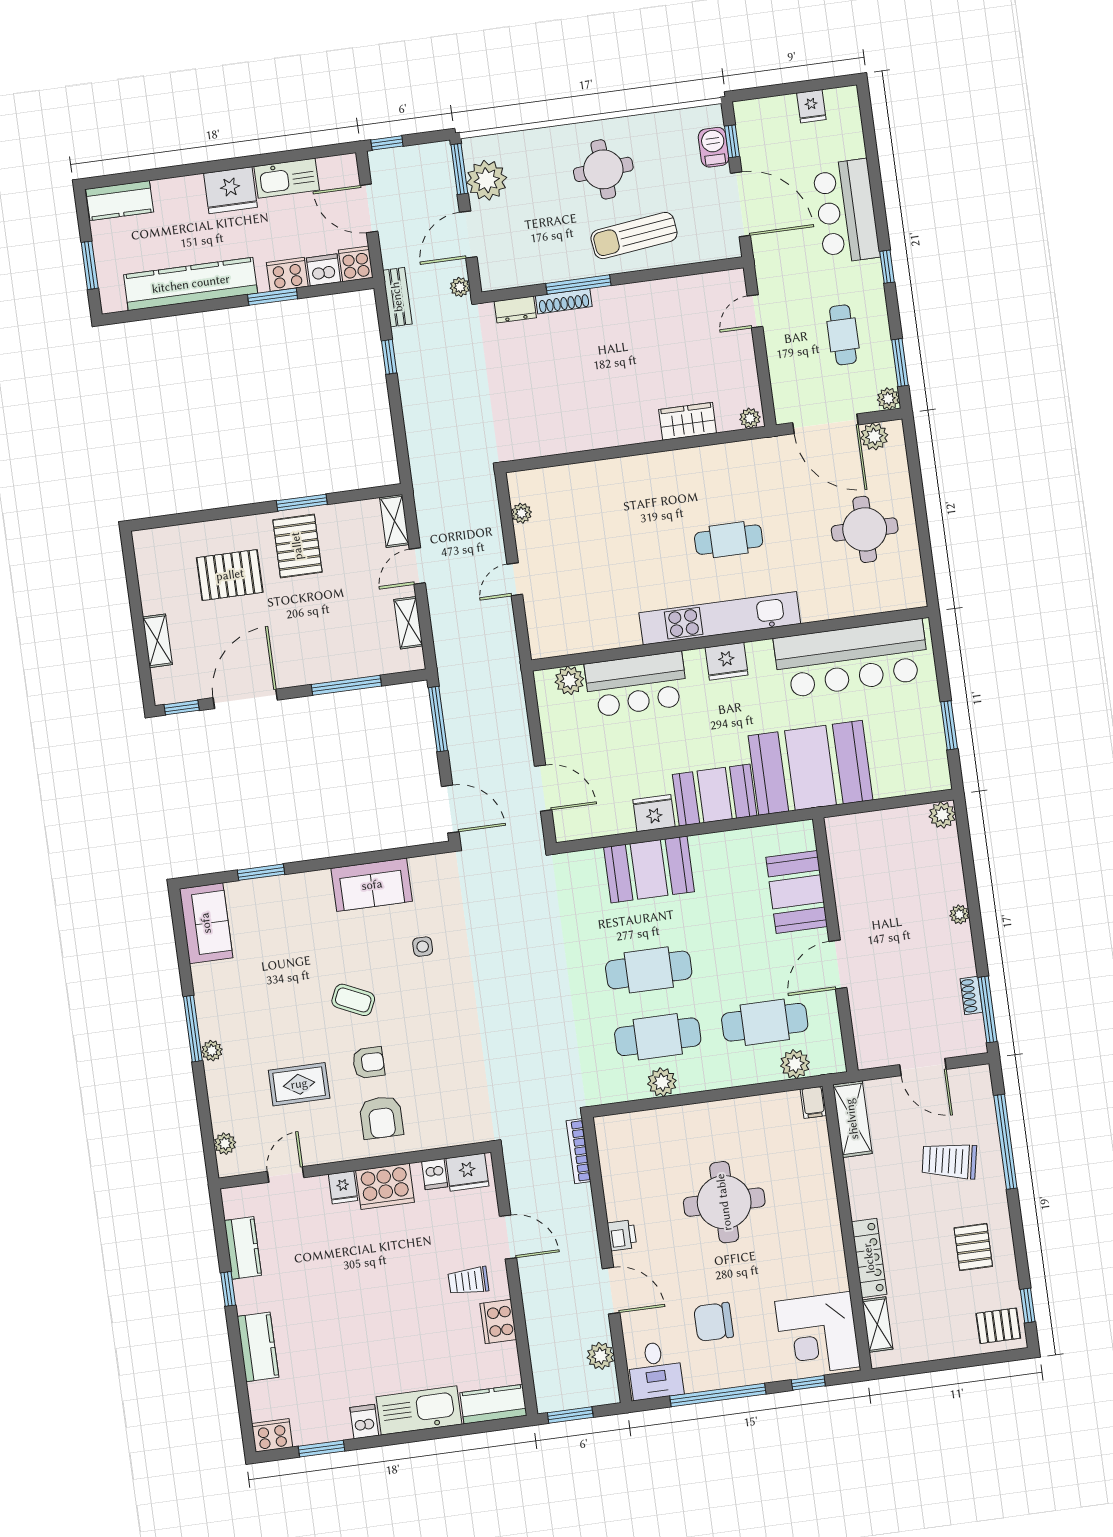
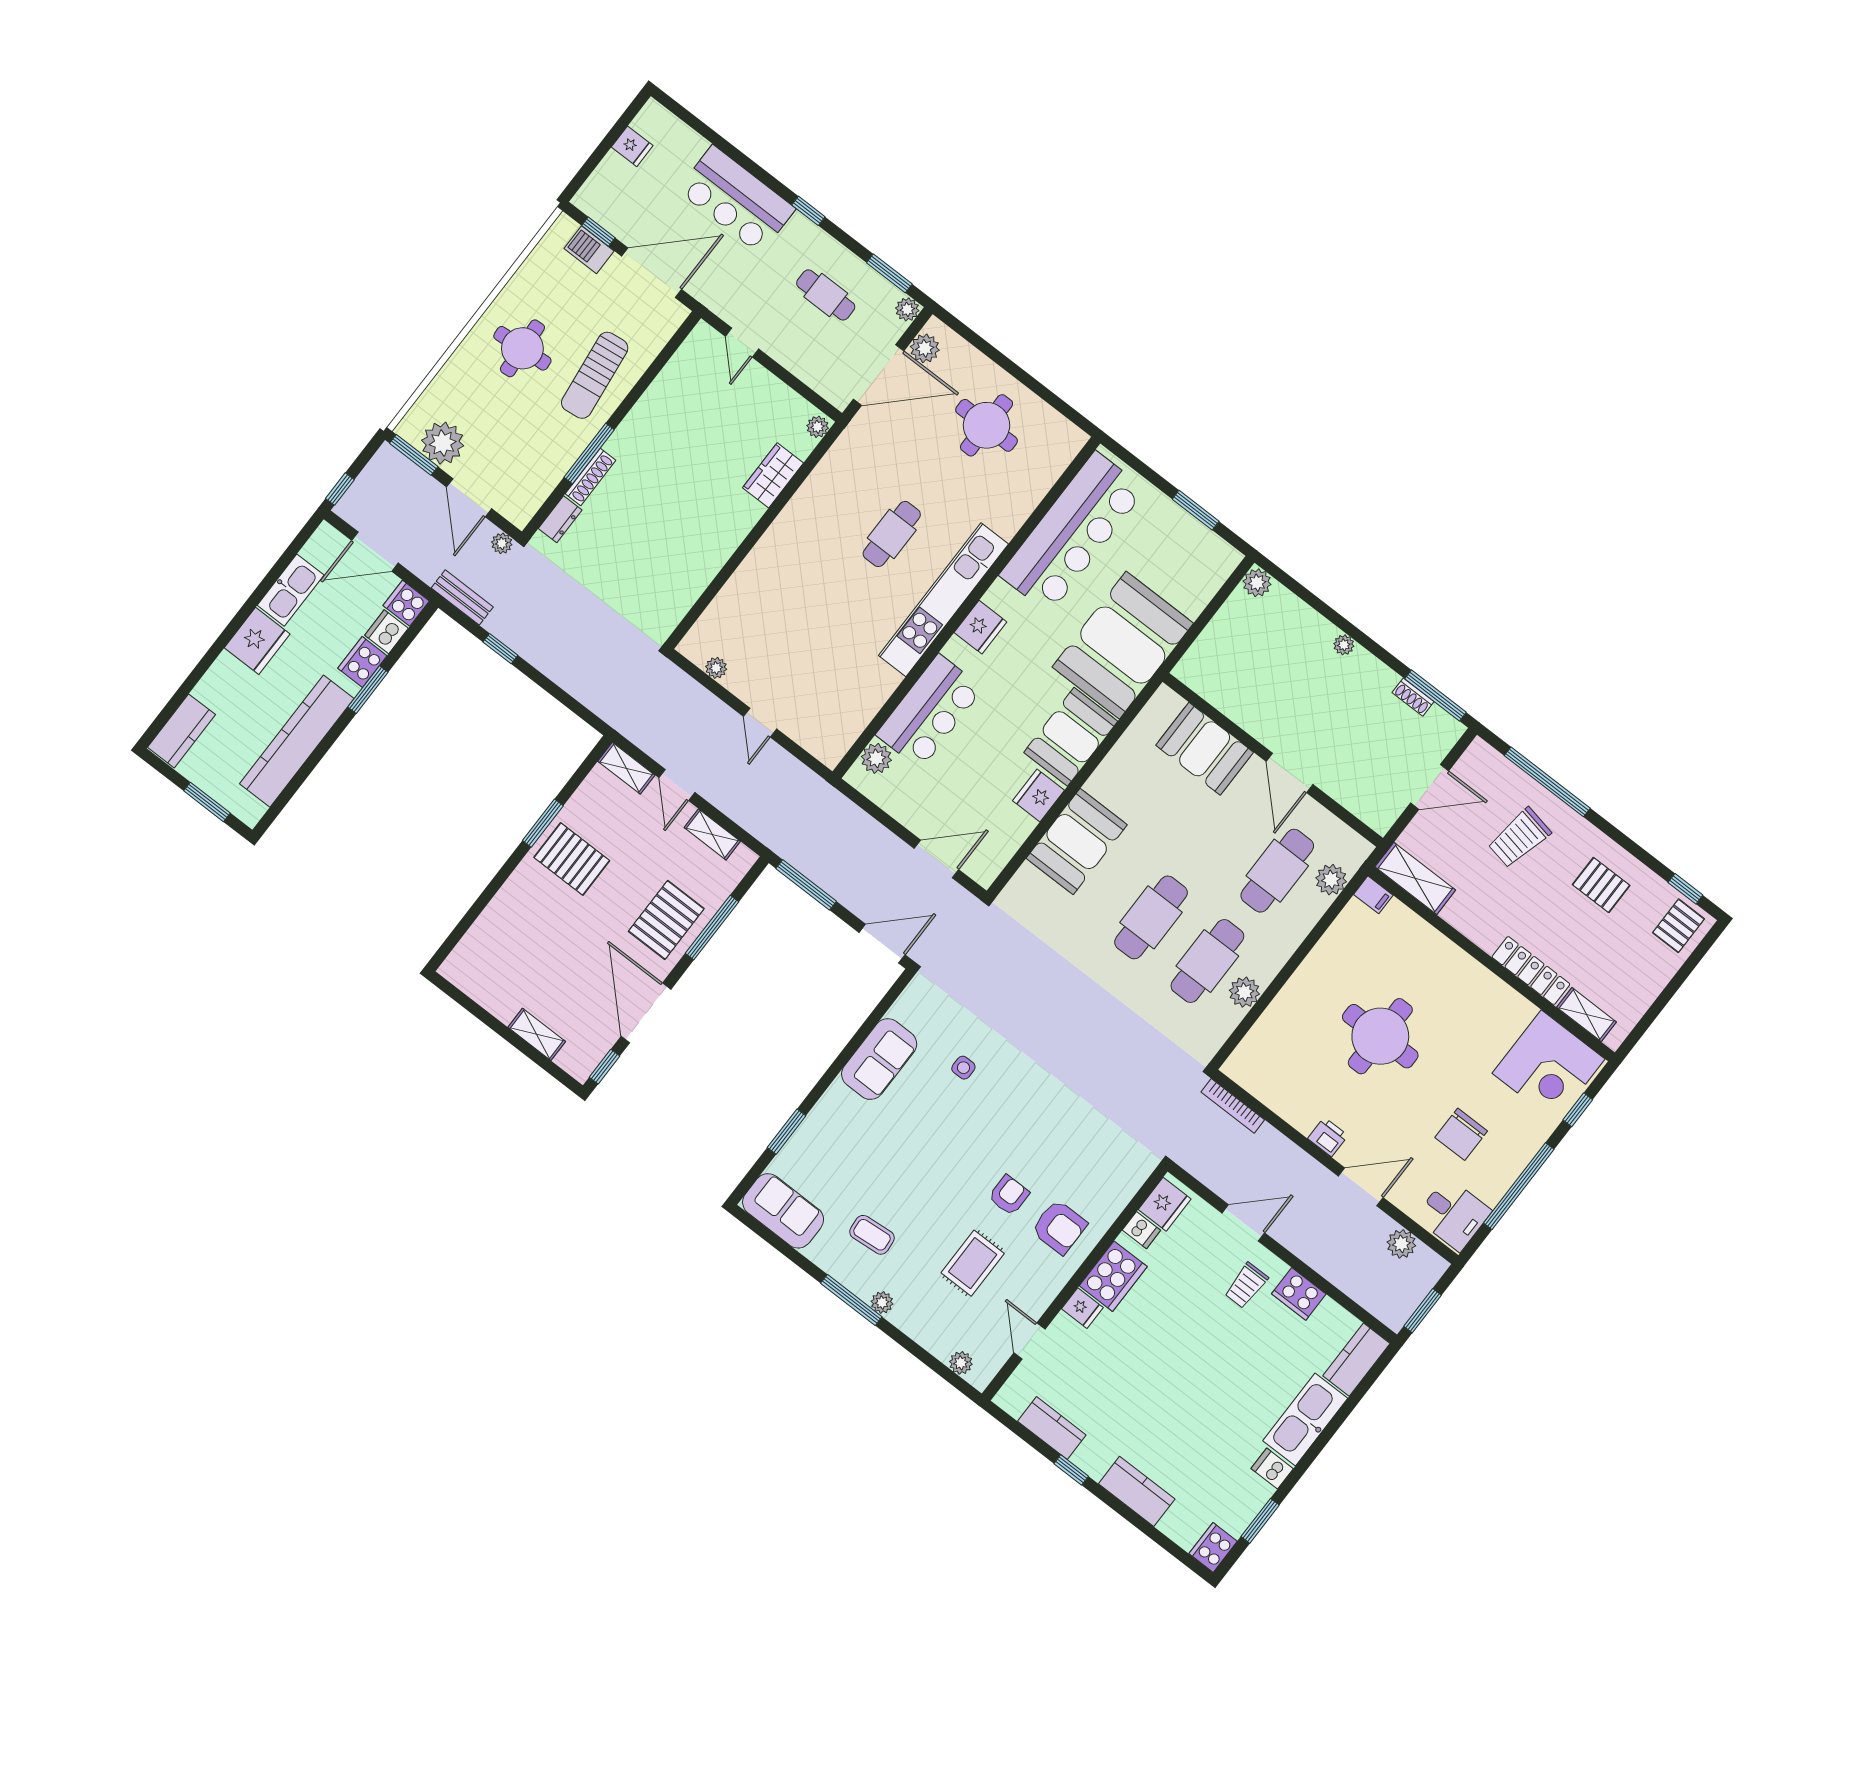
pallet: (230, 575) -> (666, 920), moved
coffee table: (353, 1000) -> (872, 1235), moved, turned 60

